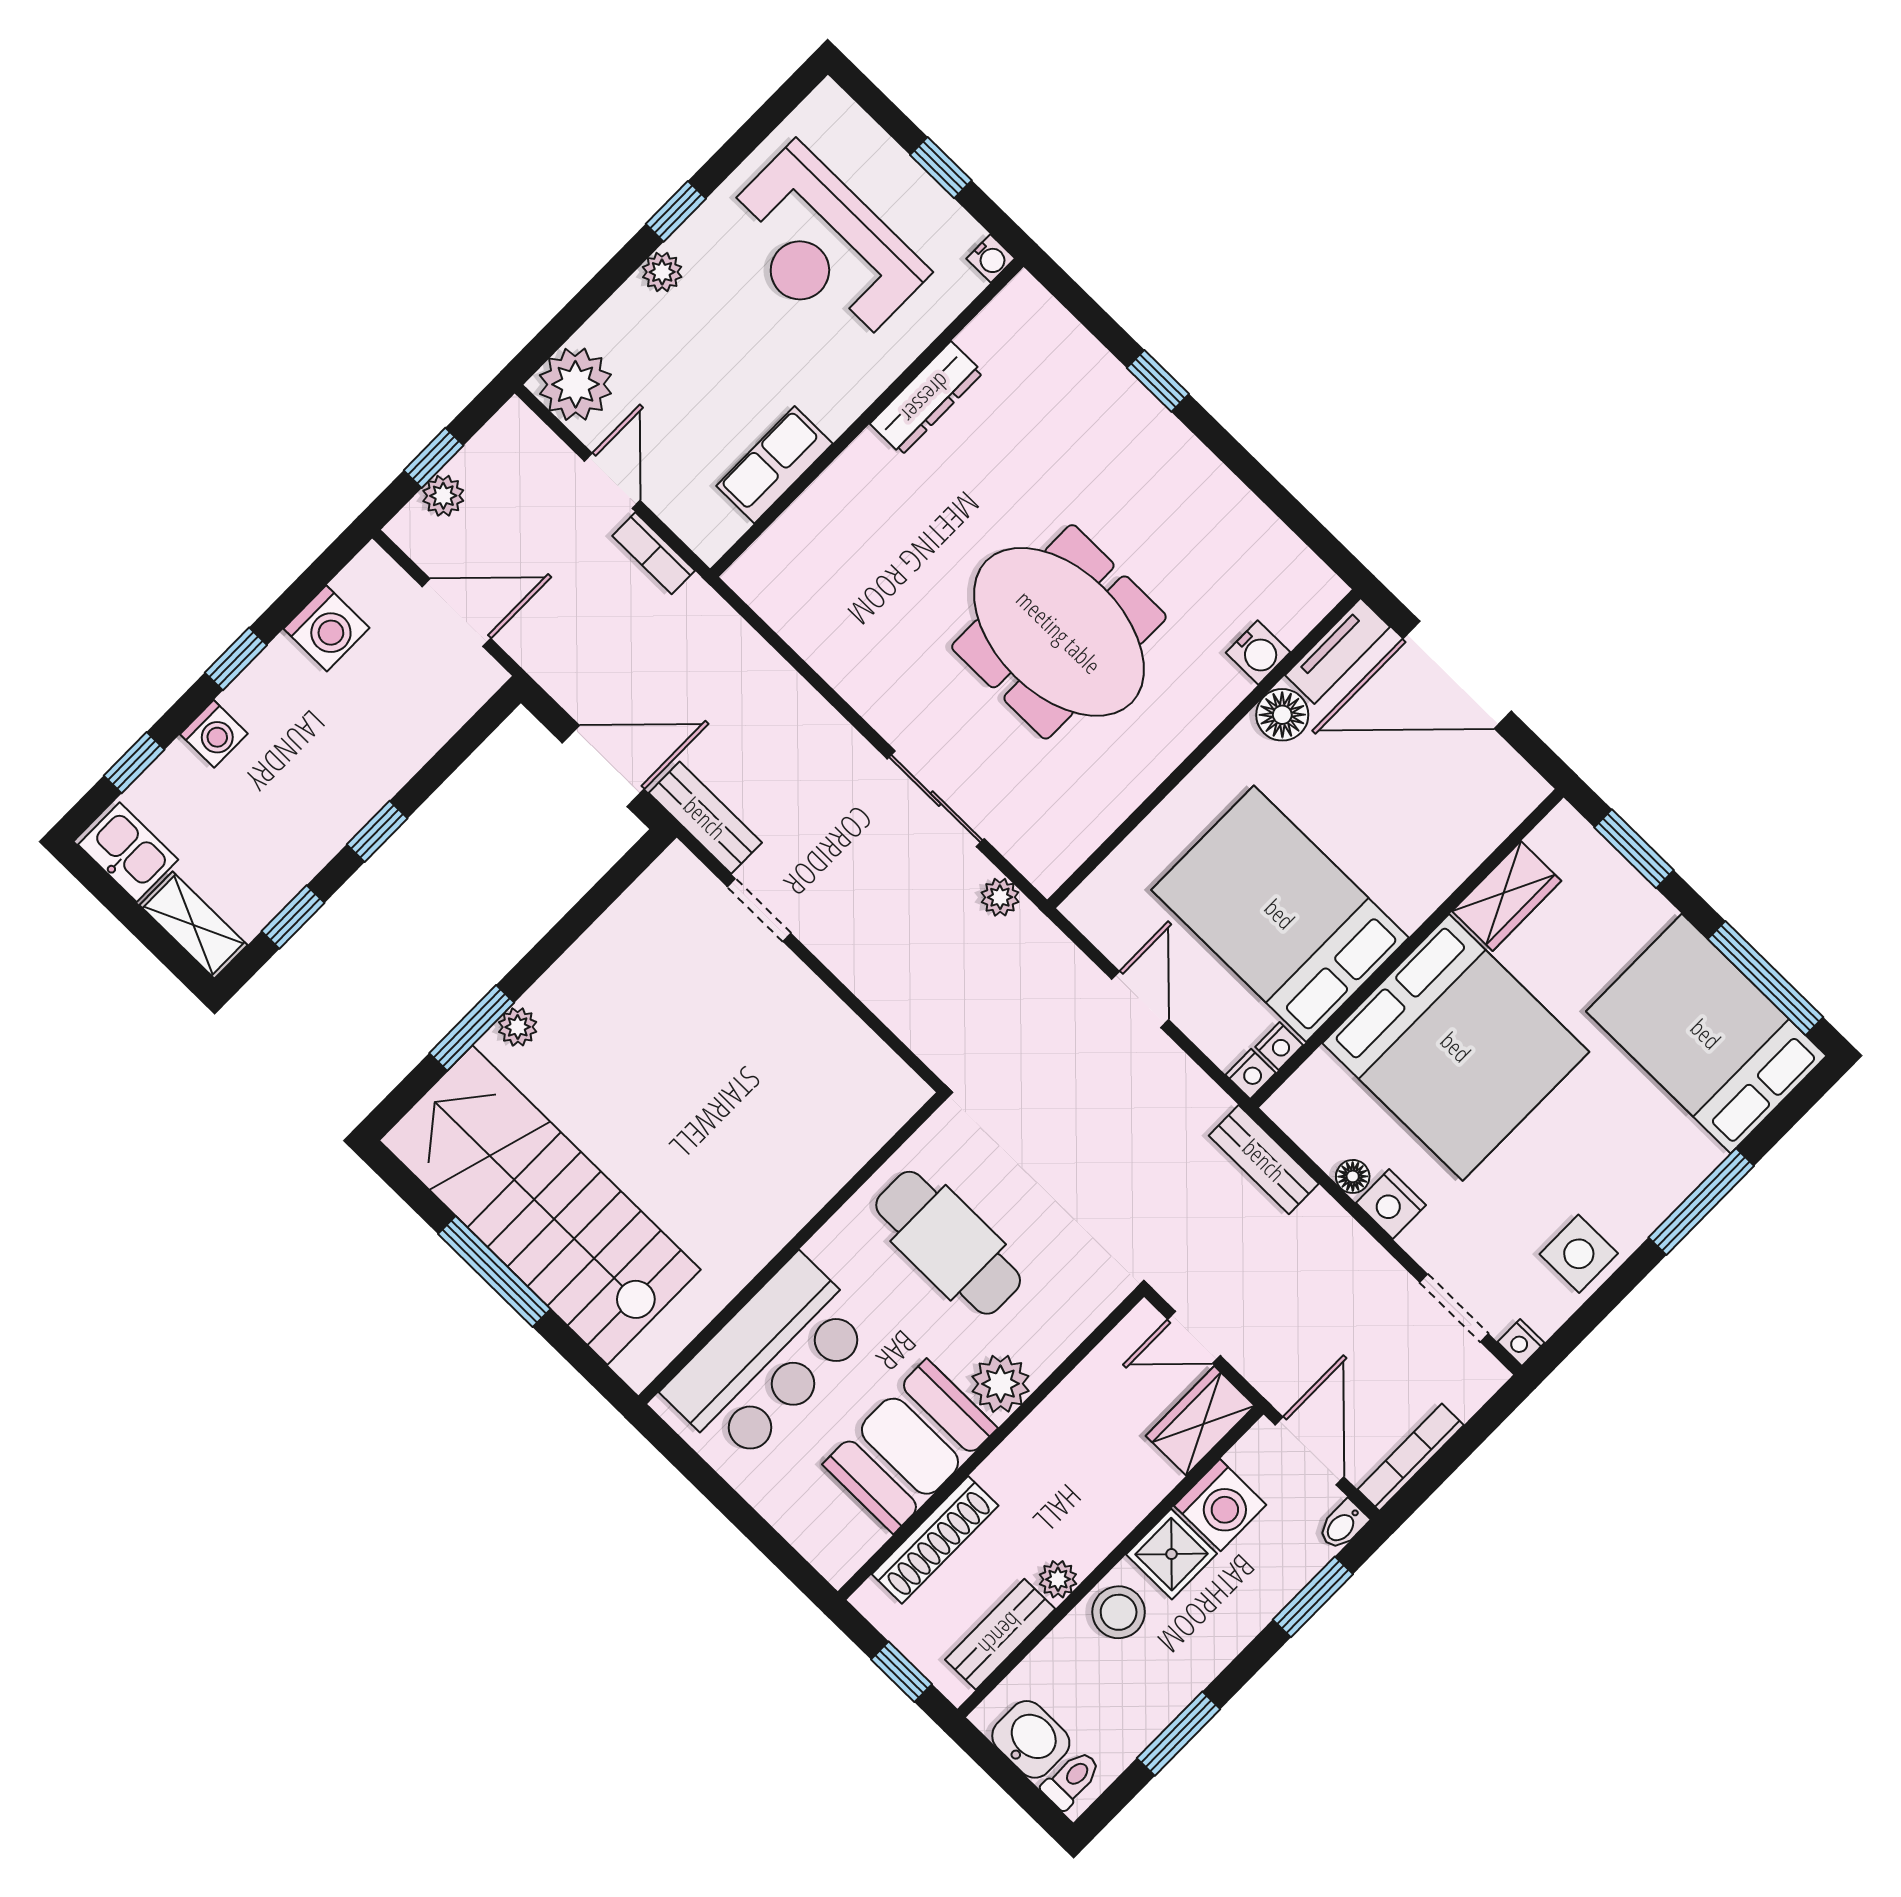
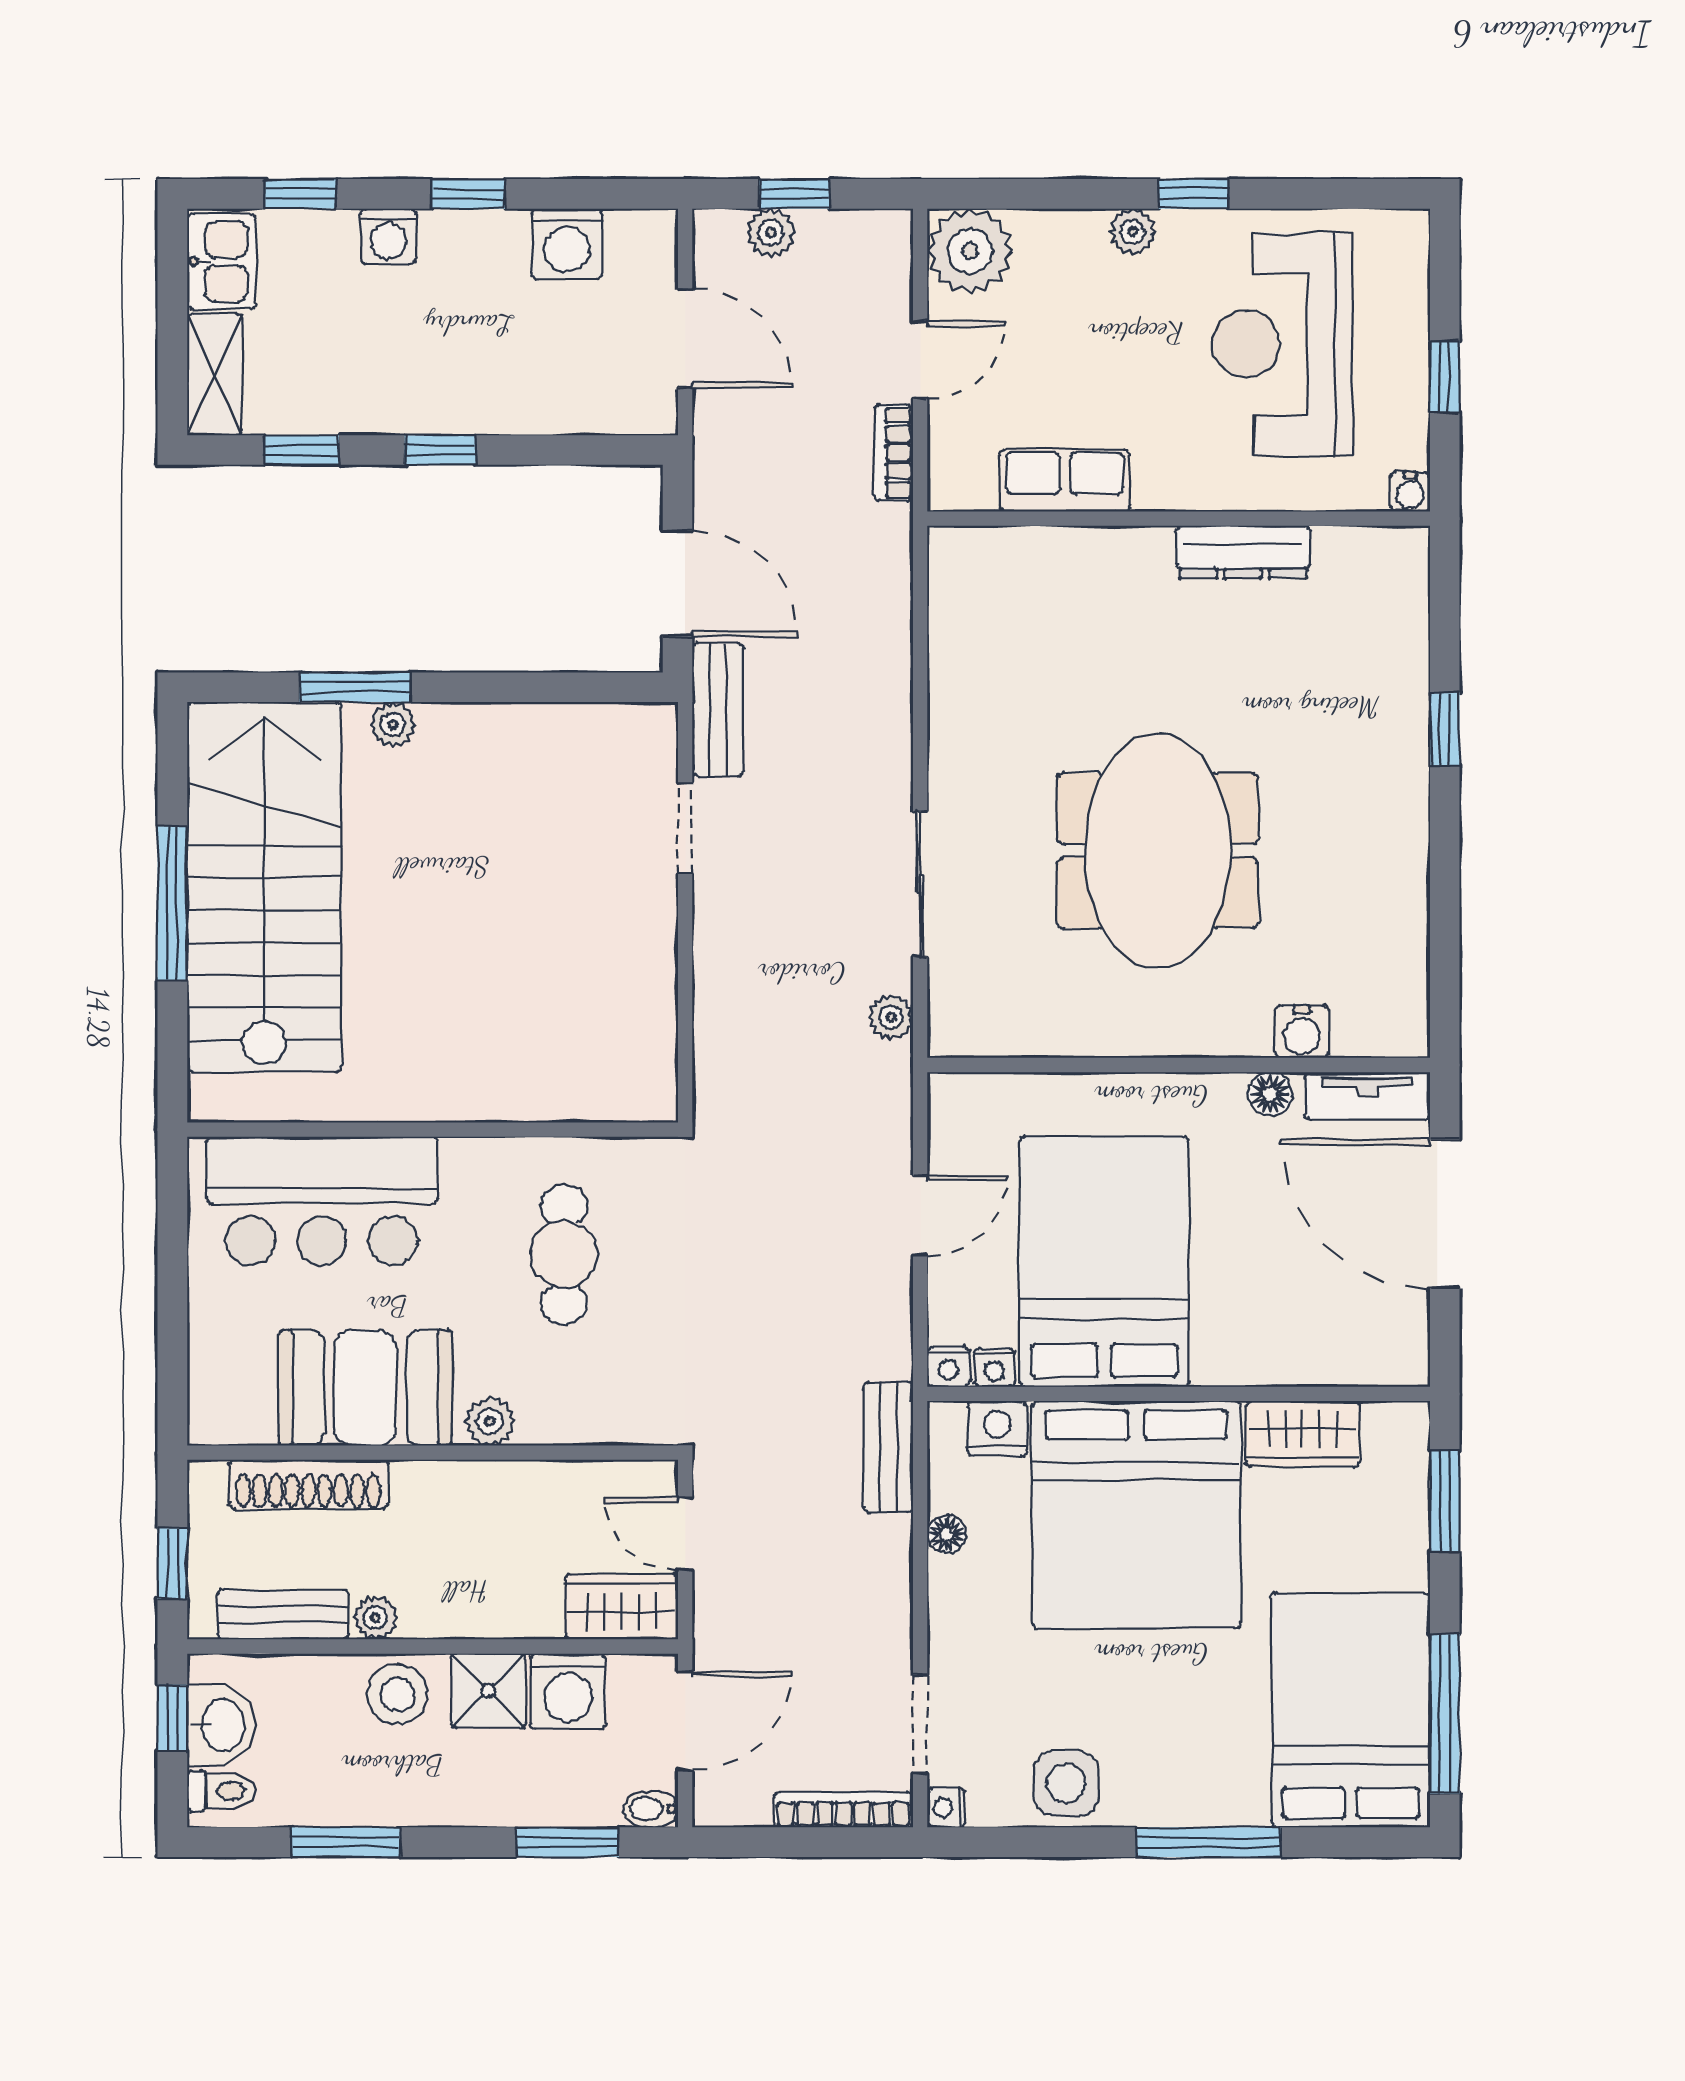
floor lamp: (1282, 715) -> (1270, 1094), width x0.73, depth x0.73
nightstand: (1391, 1204) -> (997, 1429), moved, turned 90
cafe table: (948, 1243) -> (564, 1254), width x0.73, depth x0.74
plant: (1001, 1384) -> (490, 1421), width x0.73, depth x0.73
bookcase: (1411, 1457) -> (843, 1810), moved
window: (997, 1765) -> (172, 1718), added

